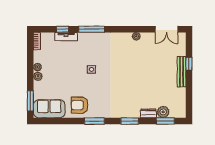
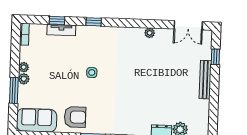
window: (91, 29) -> (94, 22), width x0.46
window: (189, 64) -> (215, 57), moved
window: (30, 101) -> (14, 90), moved
armchair: (80, 105) -> (75, 117), turned 180

